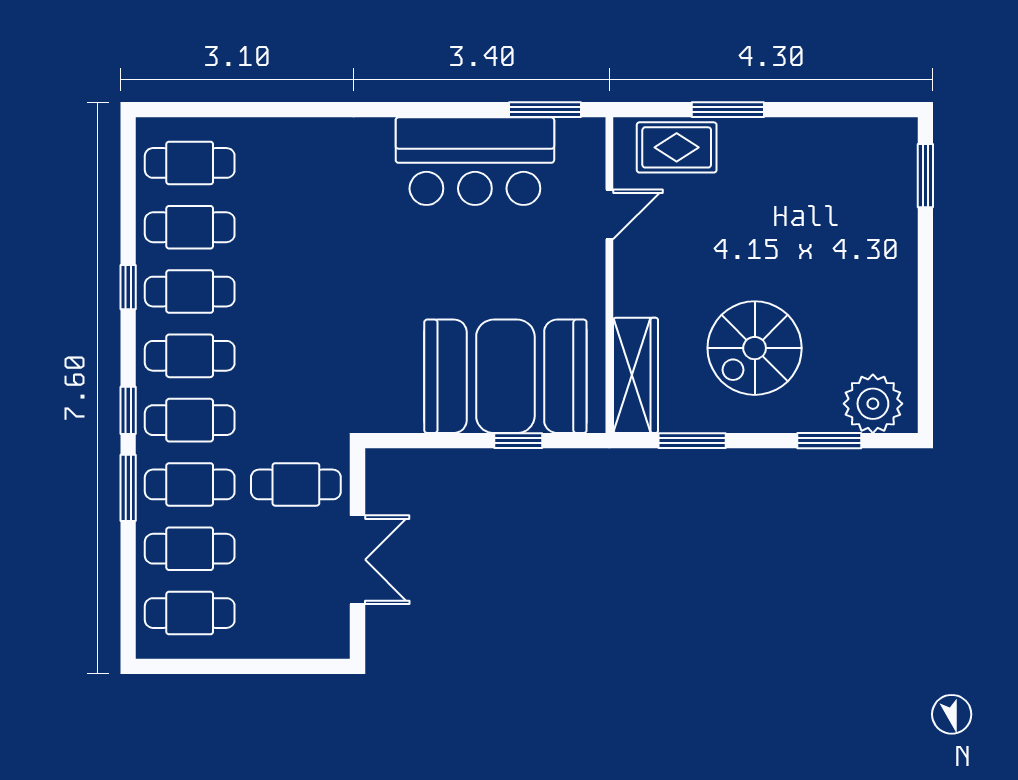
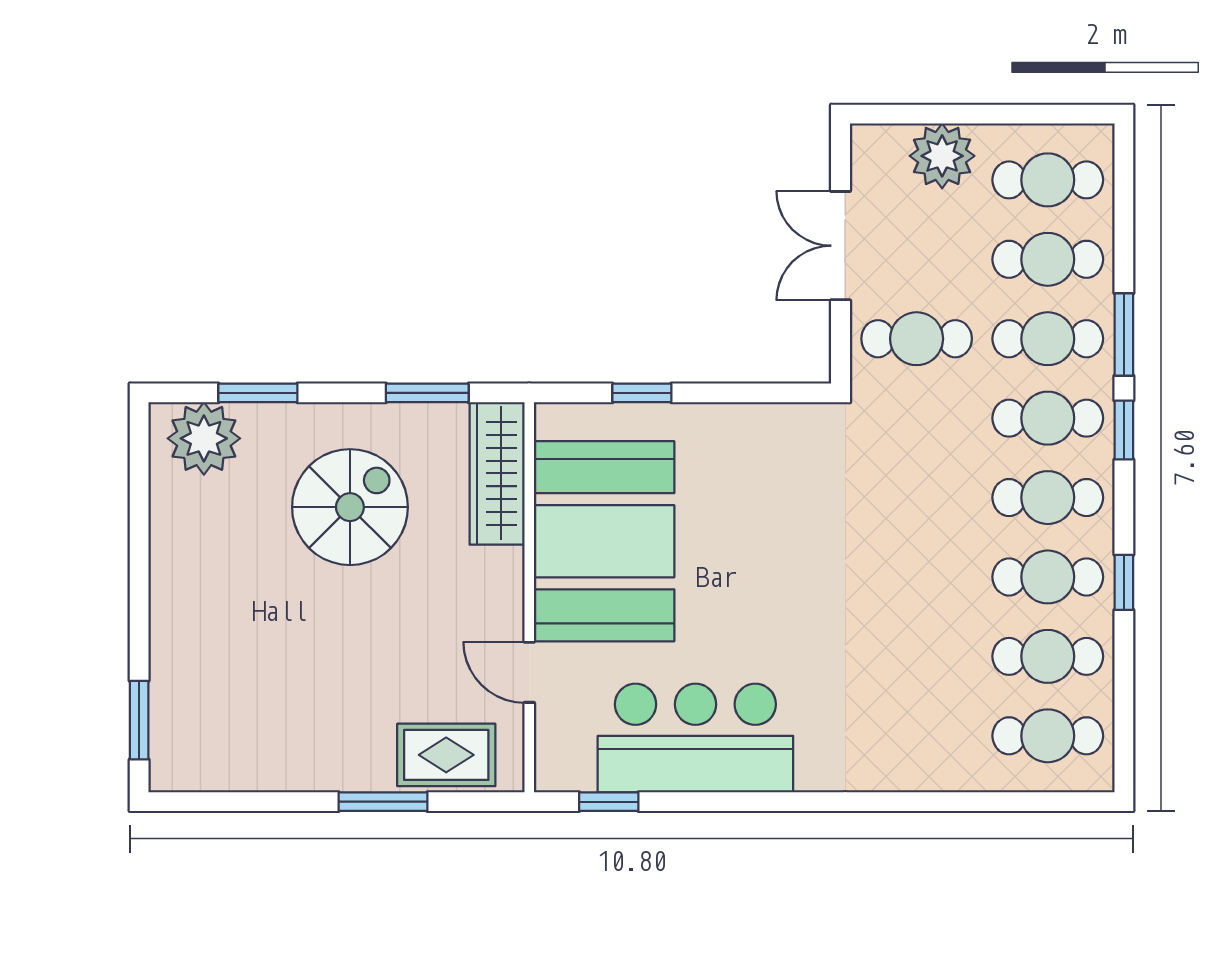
window: (545, 110) -> (609, 802), width x0.67
door: (609, 214) -> (529, 672), hinge flipped
booth: (505, 376) -> (604, 541), moved, turned 90
plant: (275, 632) -> (942, 156), added

